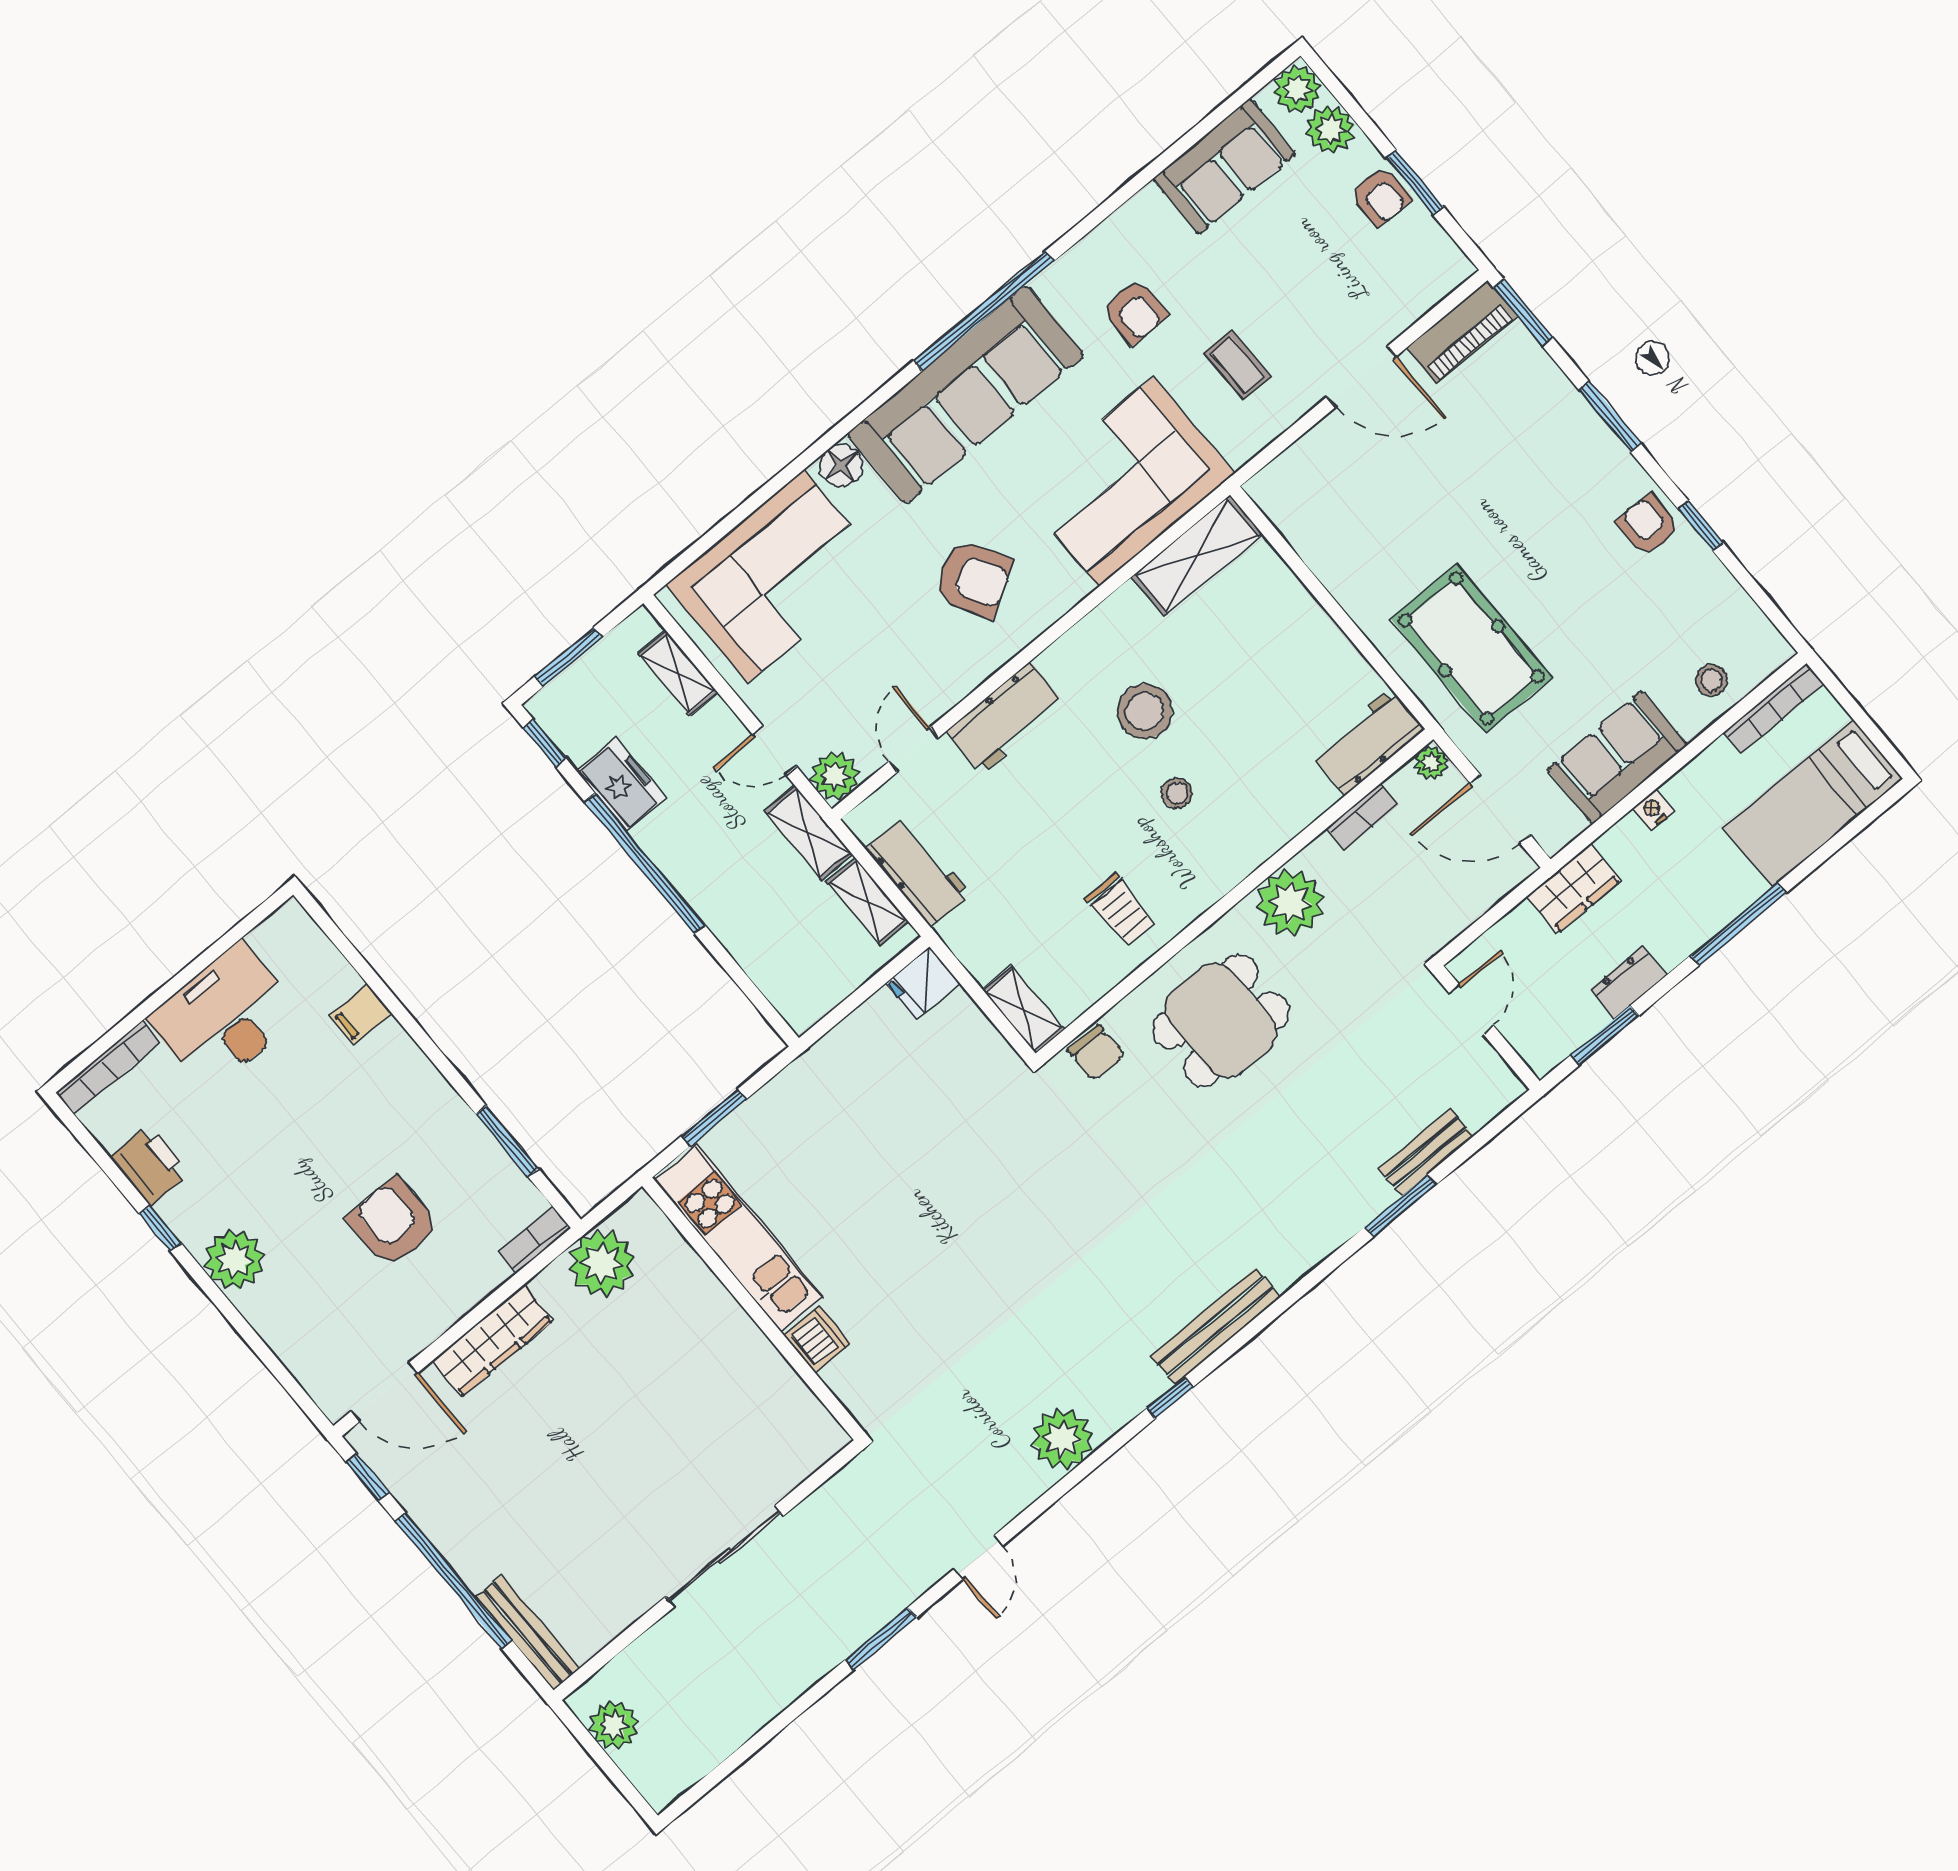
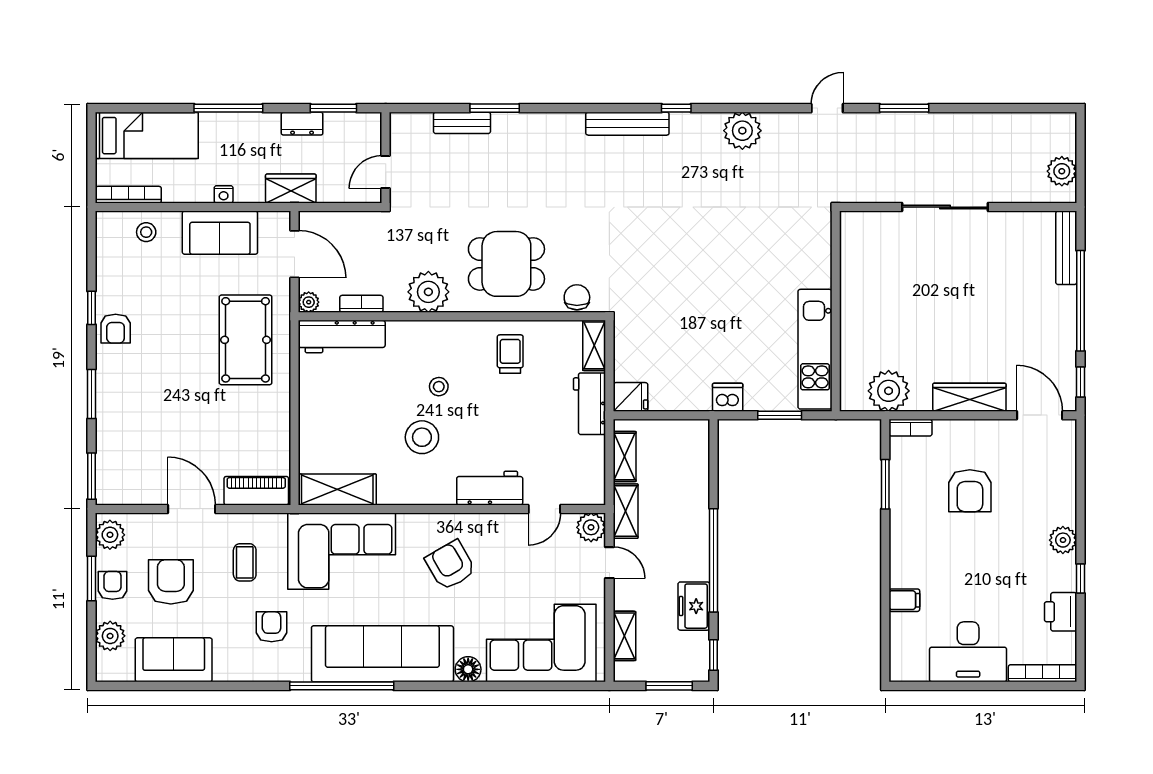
plant: (1297, 89) -> (110, 535), moved
armchair: (1310, 262) -> (171, 582), added
piano: (1462, 332) -> (256, 491), moved
workbench: (1368, 742) -> (342, 337), width x1.38
workbench: (918, 871) -> (590, 404), moved
plant: (234, 1259) -> (1063, 540), width x0.73, depth x0.73
dishwasher: (817, 1339) -> (728, 397), moved, turned 90

